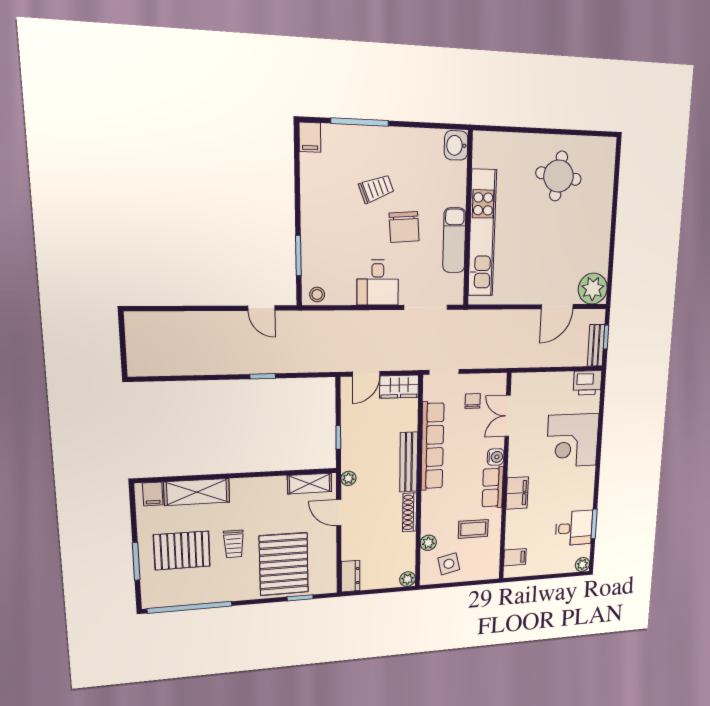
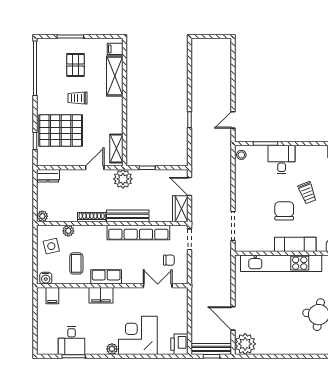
chair: (404, 227) -> (284, 211), turned 94
exam couch: (454, 240) -> (295, 244), moved
desk: (378, 283) -> (282, 159), moved, turned 90
bench: (596, 345) -> (211, 349), width x1.36
water cooler: (496, 457) -> (46, 278), moved
plant: (348, 478) -> (123, 179), width x1.87, depth x1.87
pallet: (182, 551) -> (75, 65), width x0.67, depth x0.71
plant: (582, 564) -> (112, 349), moved

